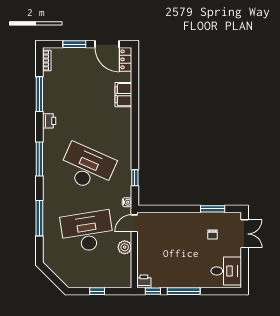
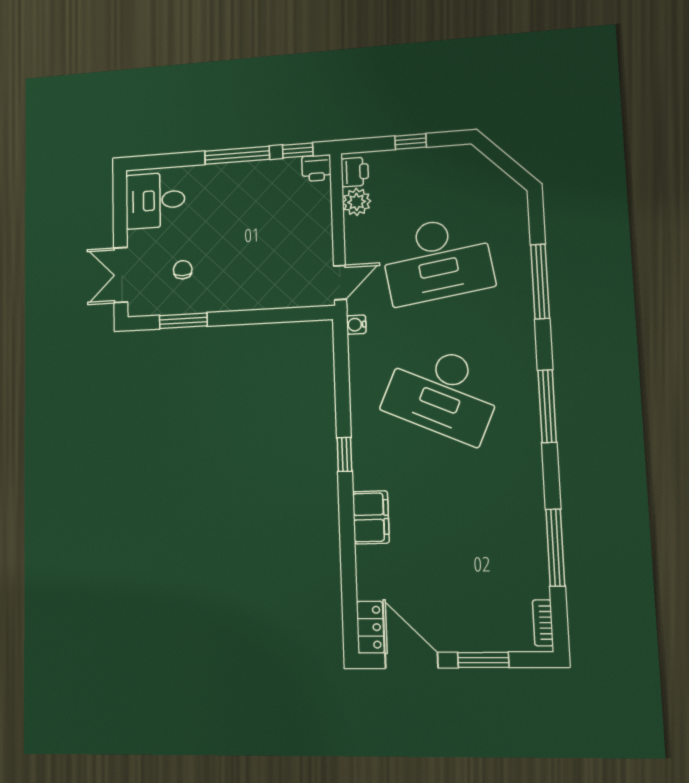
filing cabinet: (123, 95) -> (371, 517), moved
printer: (49, 121) -> (355, 172), moved, turned 180
window: (135, 178) -> (344, 454), moved
plant: (125, 247) -> (357, 202), moved

